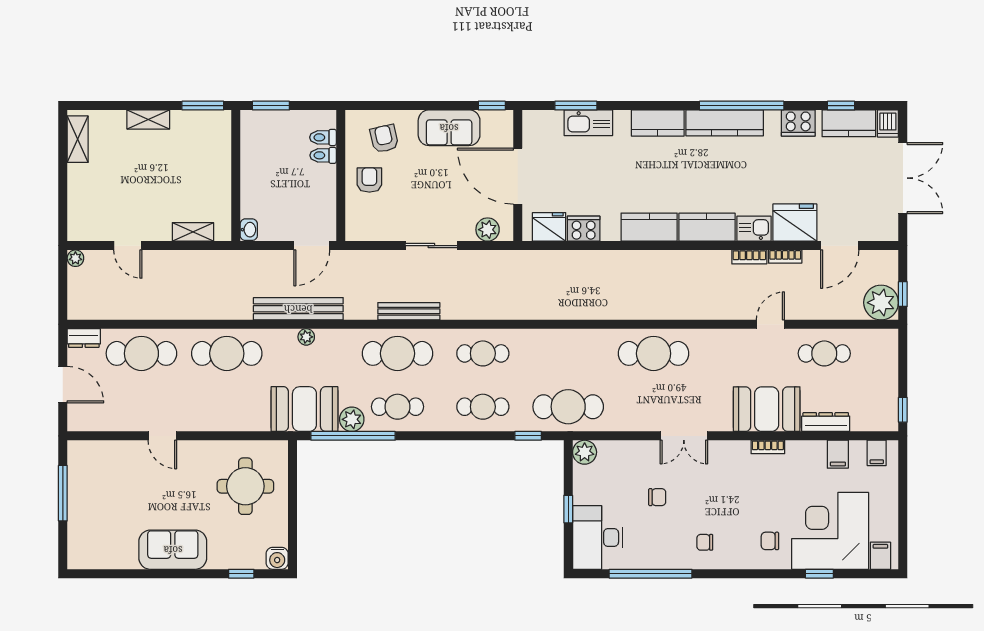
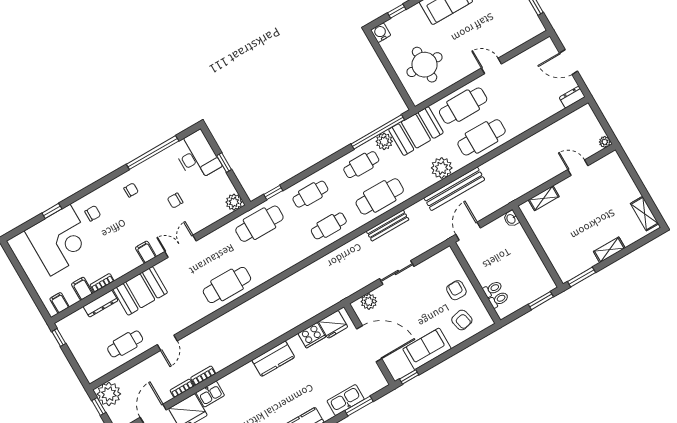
armchair: (369, 180) -> (456, 290), turned 180
kitchen counter: (707, 227) -> (239, 379), removed
plant: (306, 337) -> (442, 168), width x1.87, depth x1.87
cafe table: (141, 353) -> (463, 106), moved
bookcase: (768, 447) -> (102, 283), moved
filing cabinet: (880, 556) -> (146, 252), moved, turned 180

